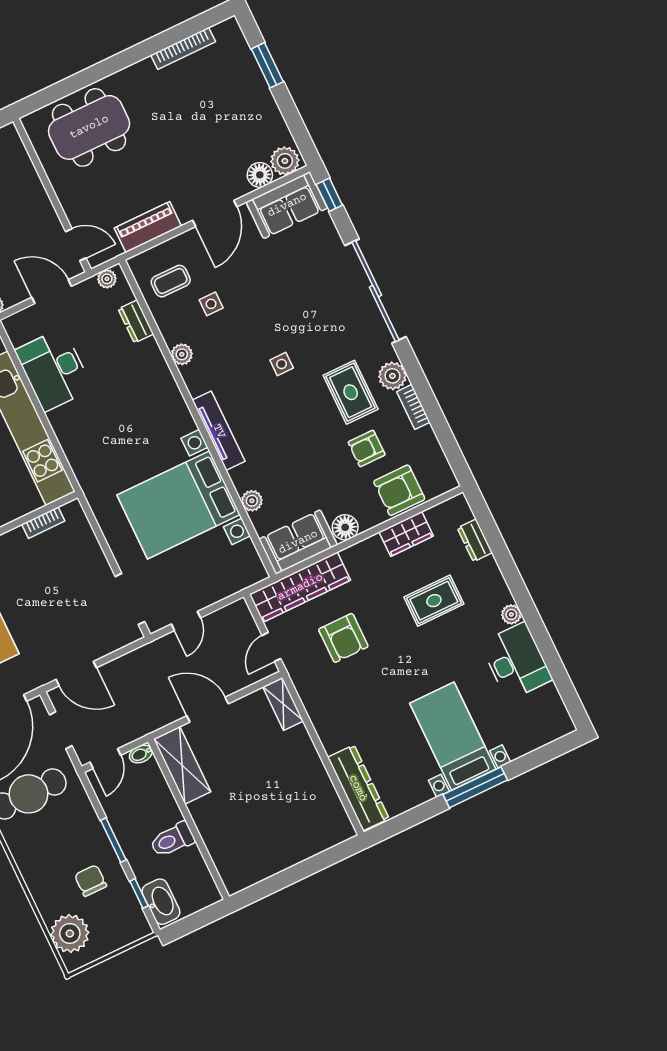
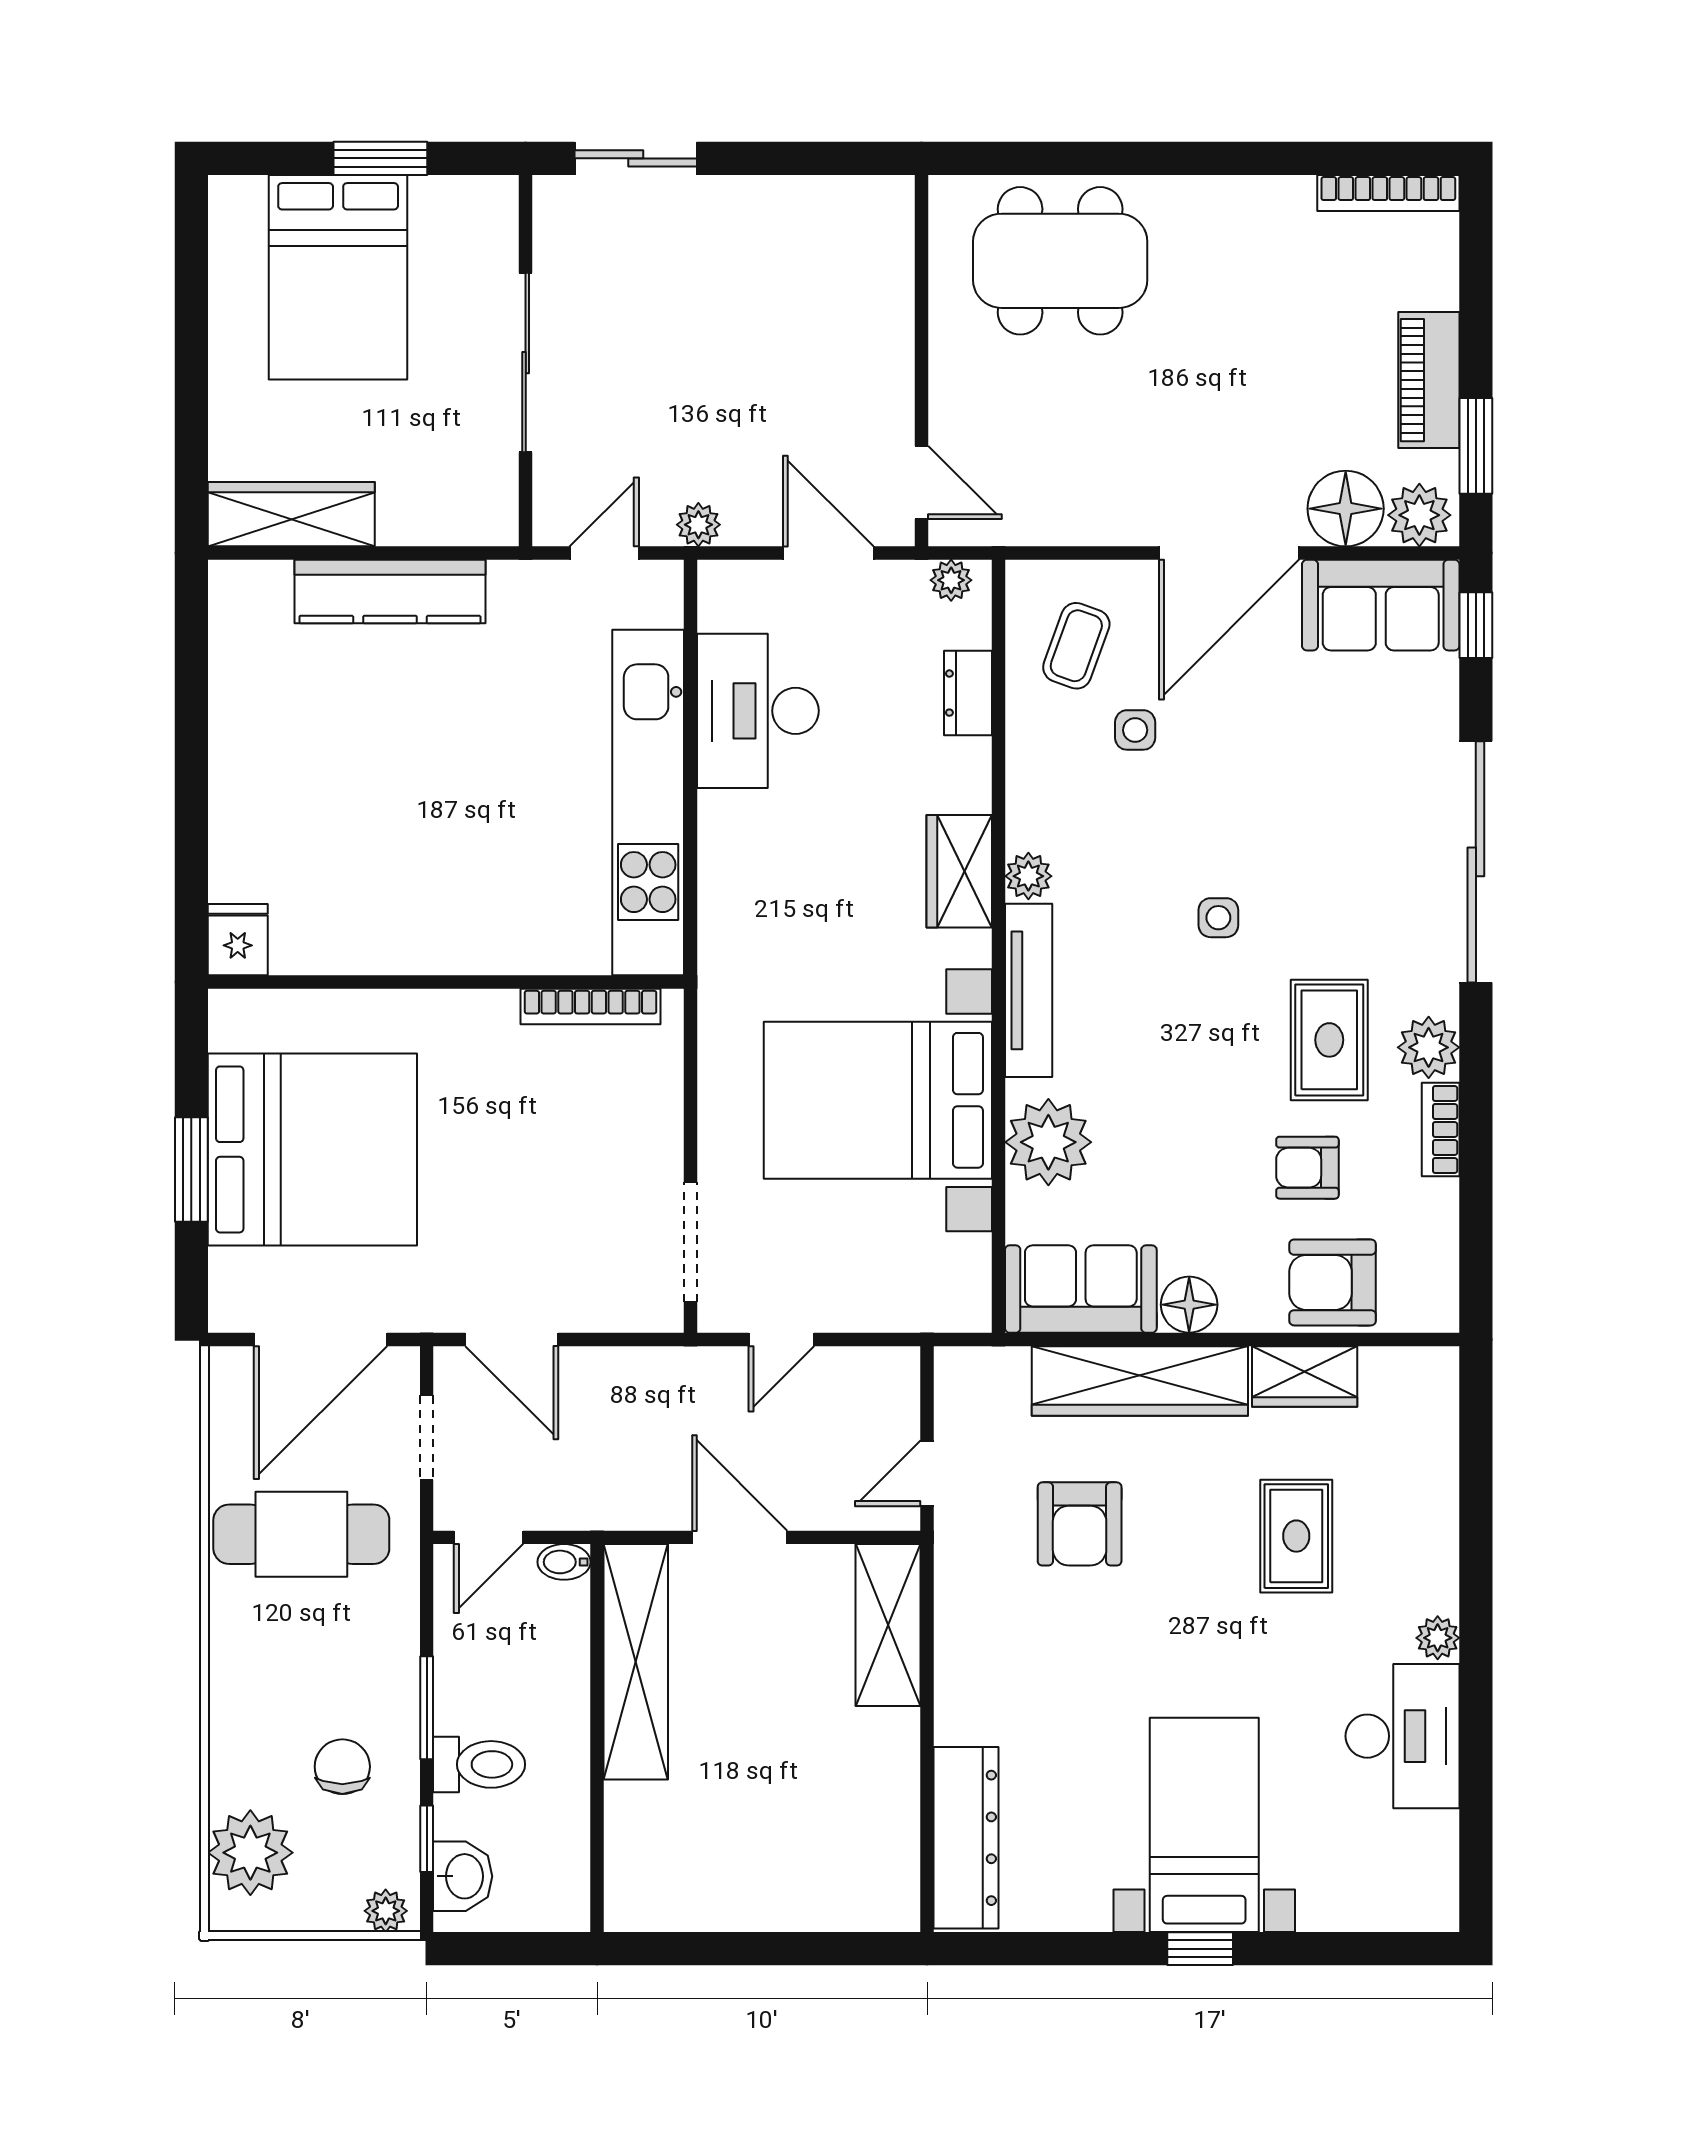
bookcase: (183, 48) -> (1388, 193), moved
window: (267, 65) -> (1476, 446), moved
floor lamp: (260, 175) -> (1346, 509), width x1.38, depth x1.38
door: (215, 214) -> (1229, 553), width x1.36
piano: (148, 227) -> (1429, 380), moved, turned -90
coffee table: (171, 281) -> (1076, 646), turned -70
plant: (182, 354) -> (1028, 876), moved
wardrobe: (167, 396) -> (959, 871), added
plant: (252, 501) -> (1048, 1142), width x1.88, depth x1.88
bookcase: (43, 523) -> (591, 1006), width x1.56
dresser: (475, 540) -> (1436, 1455), removed
wardrobe: (300, 587) -> (1140, 1381), moved
rug: (434, 601) -> (1296, 1536), turned 90
shelving: (283, 704) -> (888, 1625), width x1.50, depth x1.33
shelving: (182, 765) -> (636, 1662), width x1.47
window: (475, 787) -> (1200, 1949), width x0.46
toilet: (172, 840) -> (479, 1764), moved, turned 180
washbasin: (161, 902) -> (463, 1876), width x0.72
plant: (136, 931) -> (386, 1911), added

